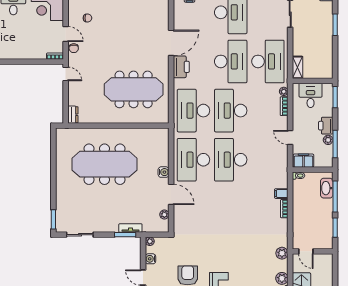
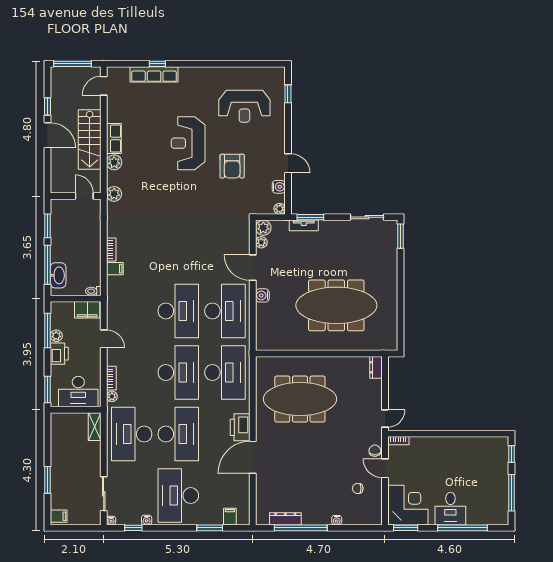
desk: (231, 61) -> (178, 434), turned 180
door: (66, 74) -> (385, 418), swing flipped
desk: (311, 95) -> (78, 392), width x1.37
plant: (163, 226) -> (263, 228), added

